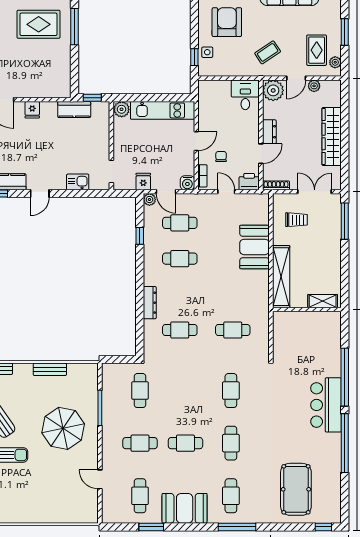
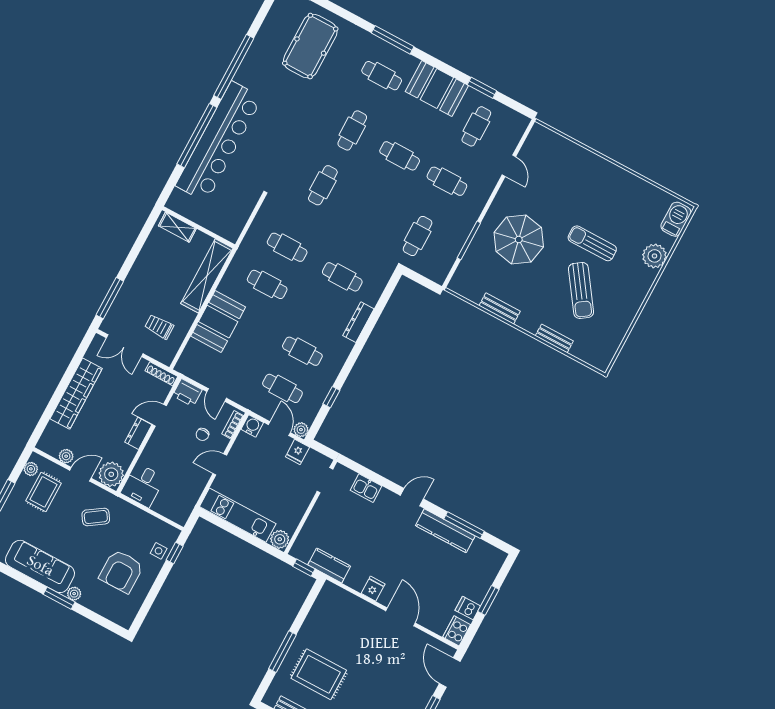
cafe table: (233, 294) -> (267, 284), added
bar counter: (326, 405) -> (219, 141), width x1.86
cafe table: (231, 496) -> (382, 76), turned 90

